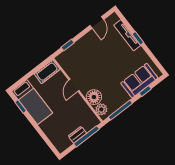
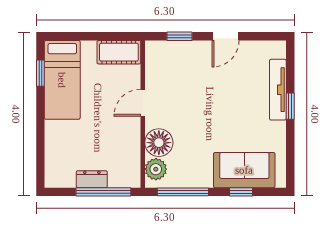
door: (97, 22) -> (225, 36), moved

